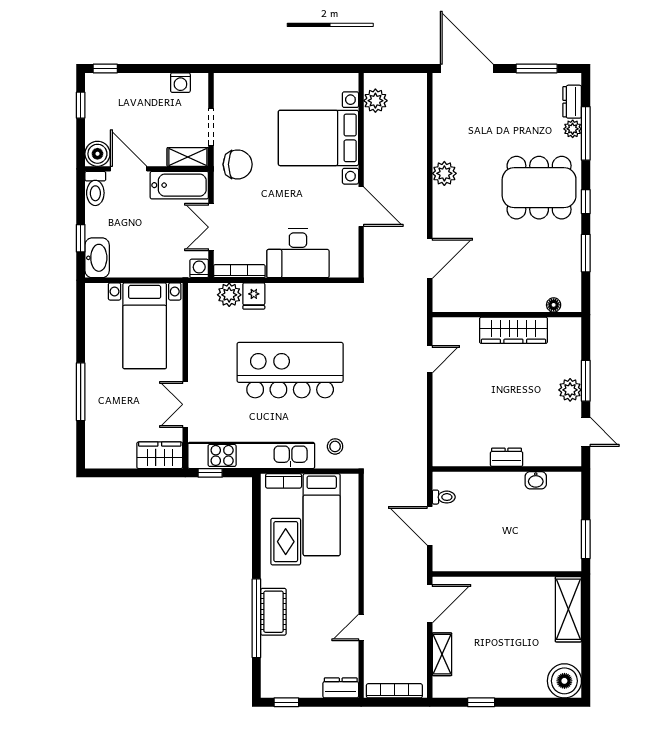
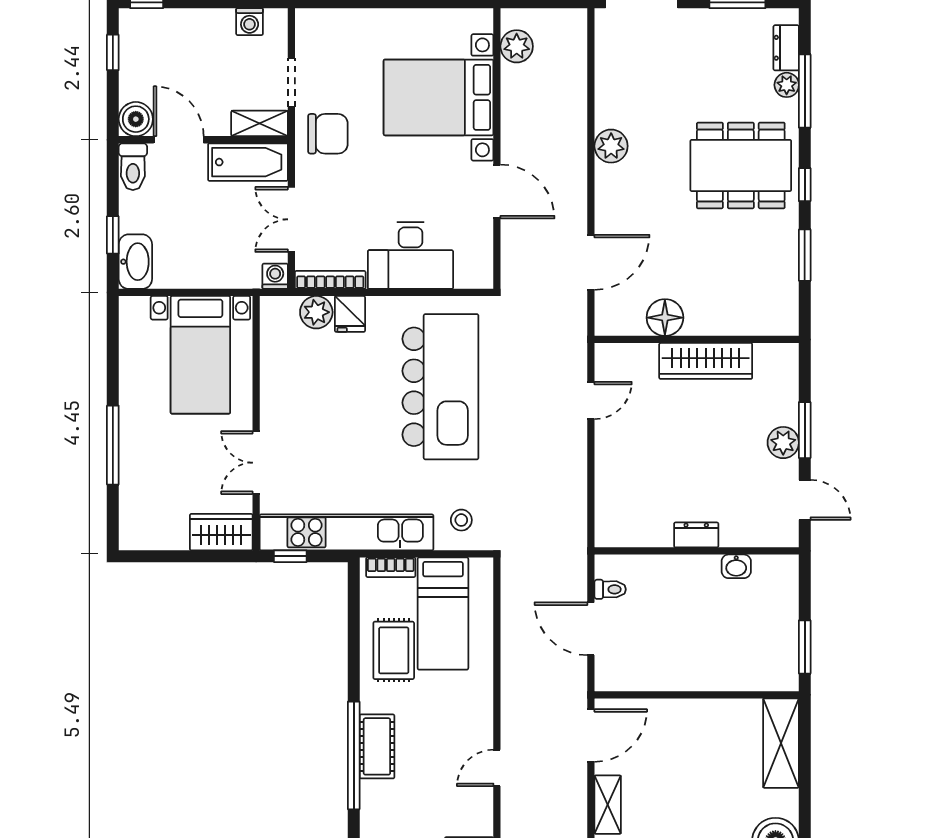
floor lamp: (554, 305) -> (665, 318), moved, width x1.89, depth x1.89
kitchen island: (290, 370) -> (440, 387), moved, turned 90

